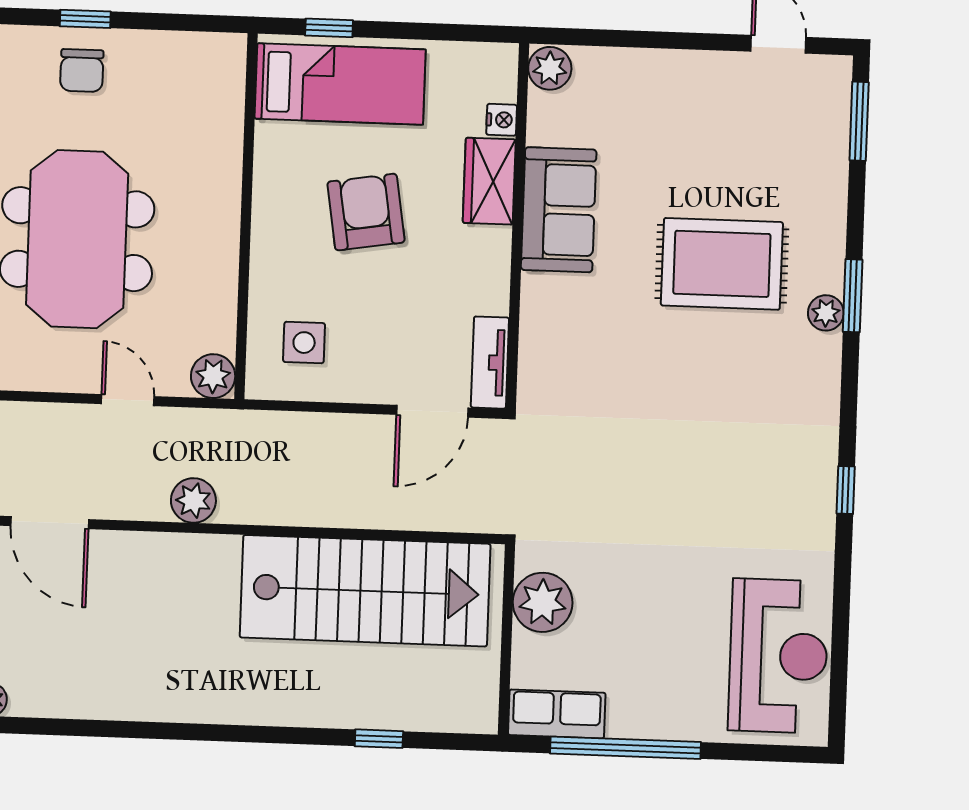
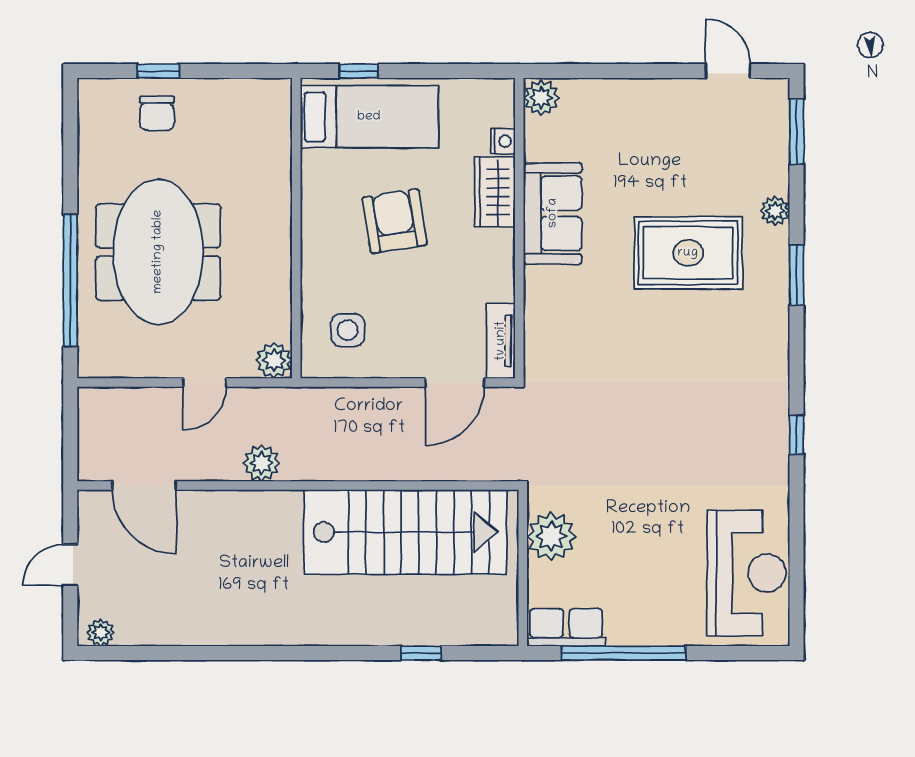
plant: (826, 313) -> (775, 211), moved
door: (128, 400) -> (205, 383), swing flipped

